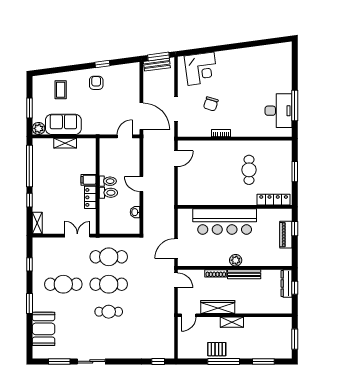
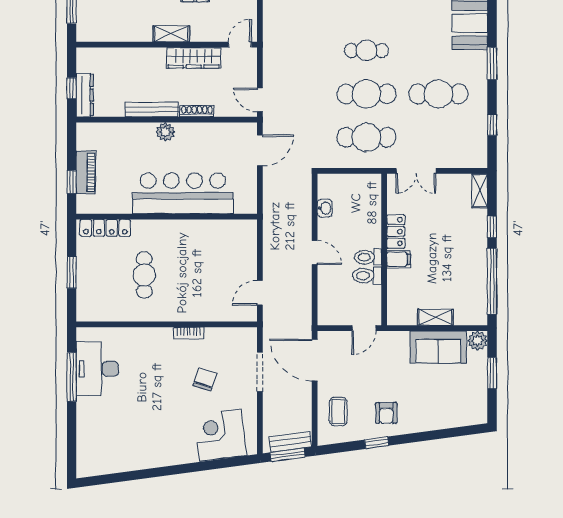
coffee table: (61, 90) -> (338, 411), moved
door: (125, 136) -> (364, 328), moved
toilet: (108, 193) -> (367, 276), moved

